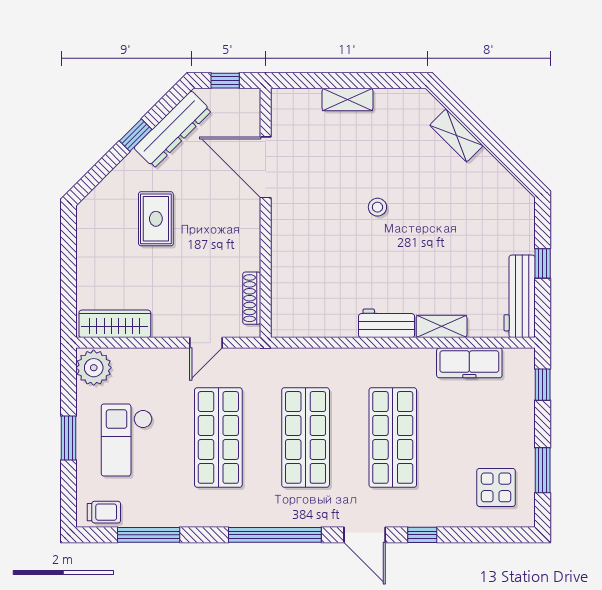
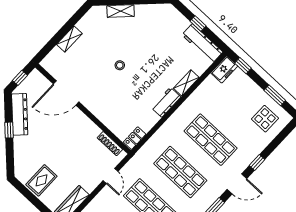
rug: (156, 219) -> (41, 180), moved, turned 90
locker: (293, 326) -> (135, 138), added
freezer: (469, 363) -> (224, 69), moved, width x0.71

